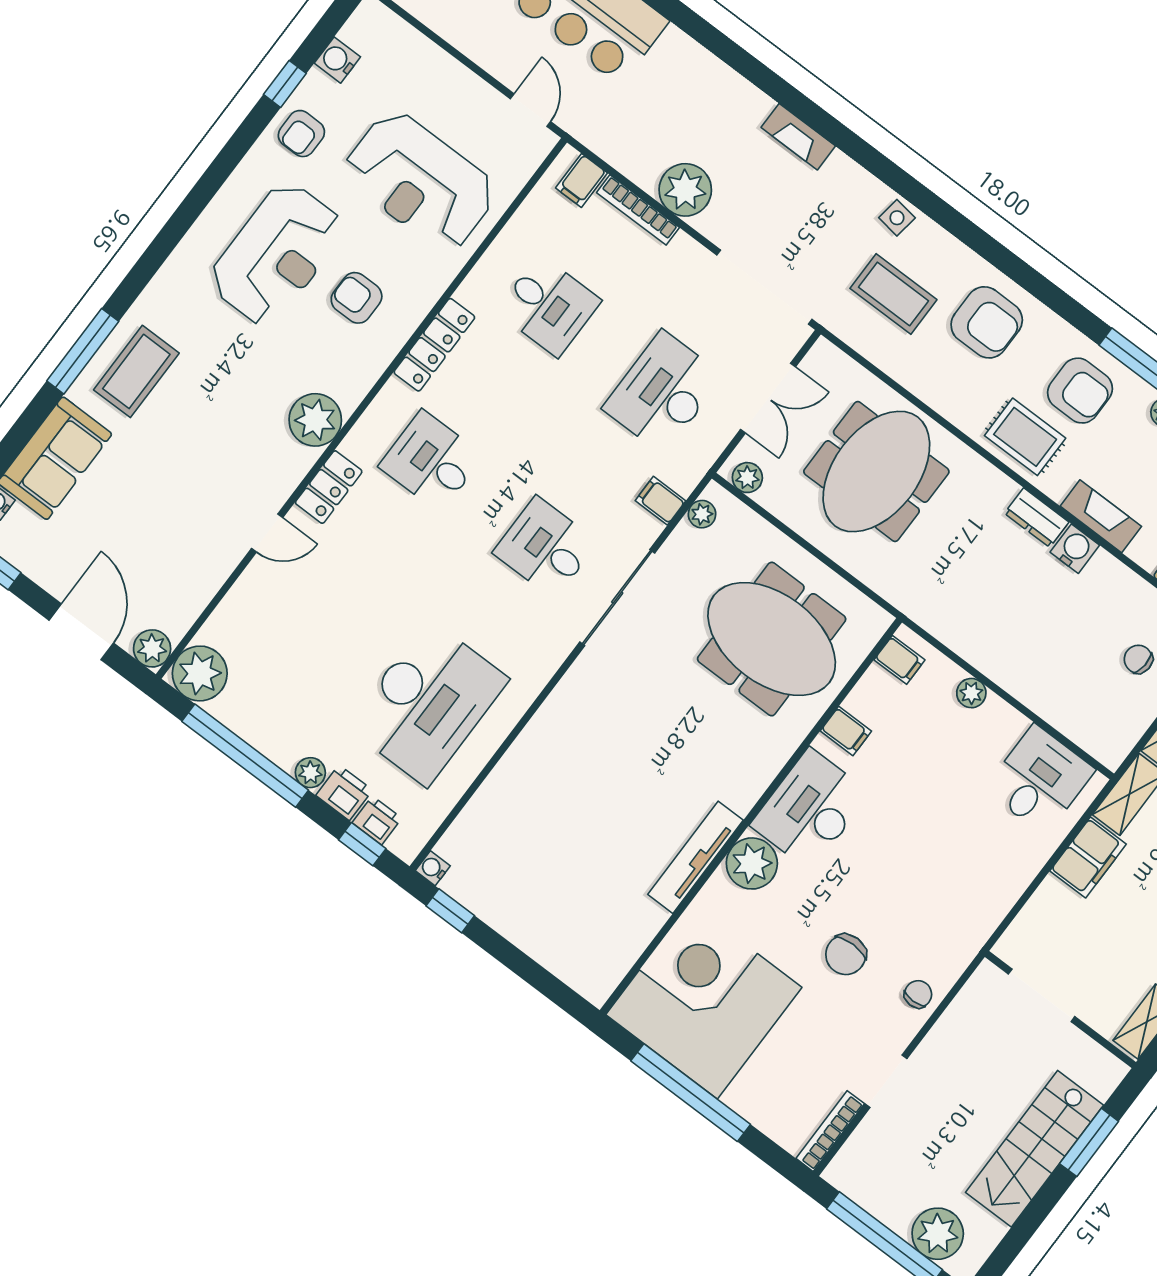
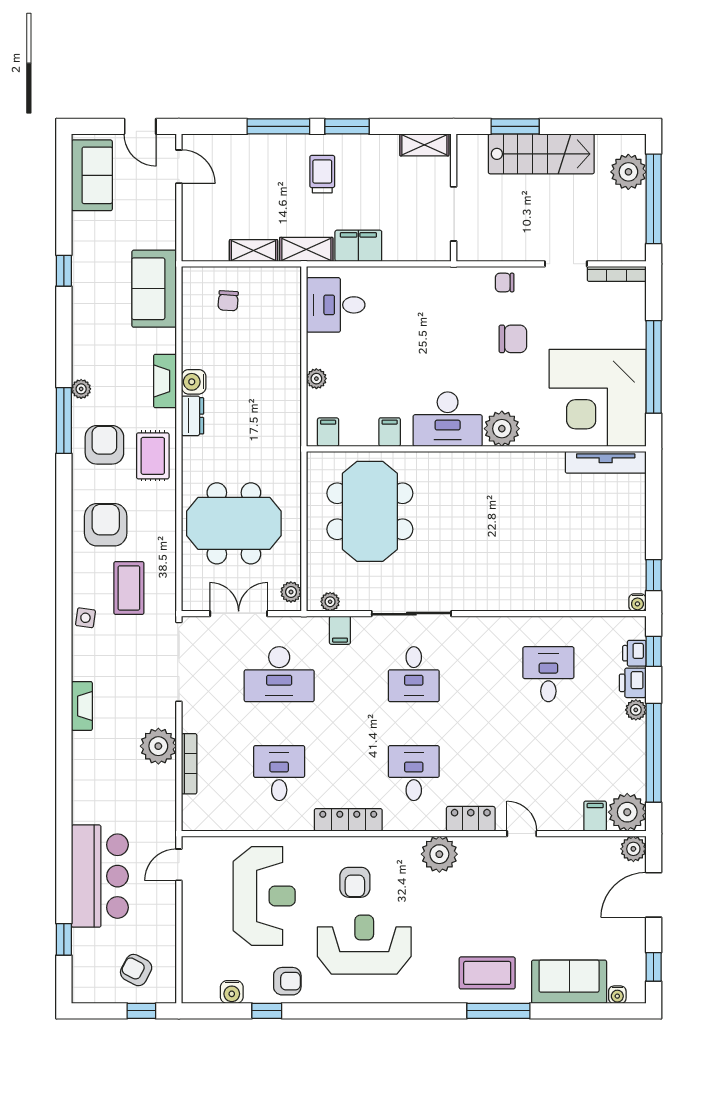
filing cabinet: (582, 180) -> (595, 816), moved, turned -90
desk: (431, 461) -> (414, 773), turned 180
desk: (428, 703) -> (548, 674), width x0.53, depth x0.77
tv unit: (696, 857) -> (606, 462), moved

